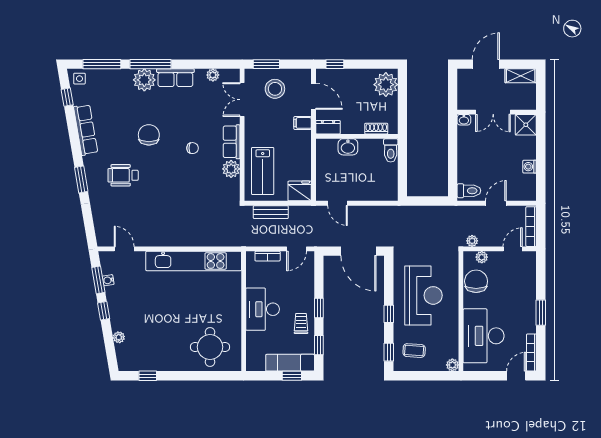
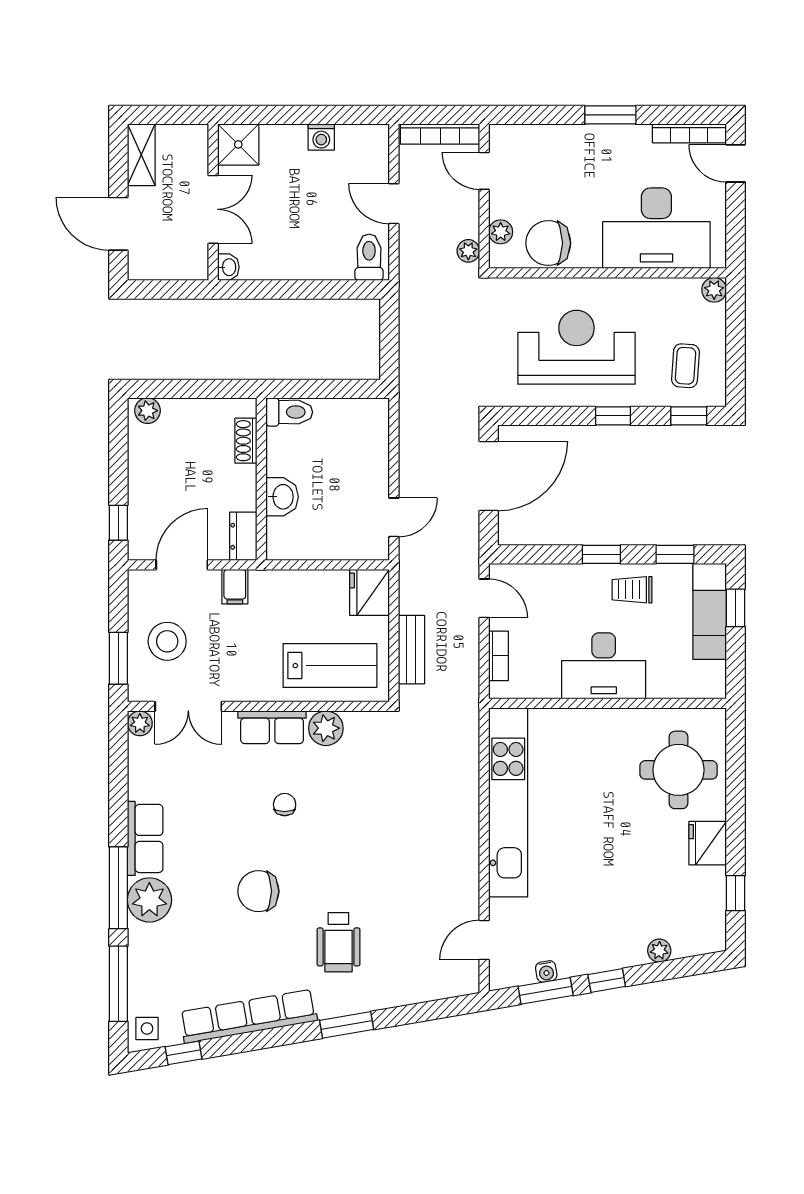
plant: (213, 75) -> (140, 723), moved
plant: (386, 85) -> (148, 411), width x0.53, depth x0.53
row of seats: (86, 130) -> (248, 1016), width x1.36
fridge: (173, 362) -> (708, 843), added

